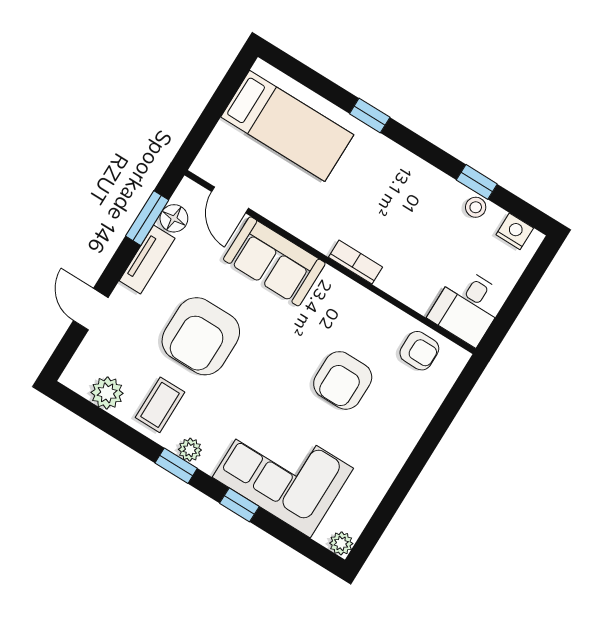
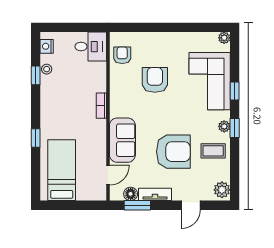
armchair: (343, 380) -> (155, 80), turned -90
plant: (107, 393) -> (222, 190), moved

